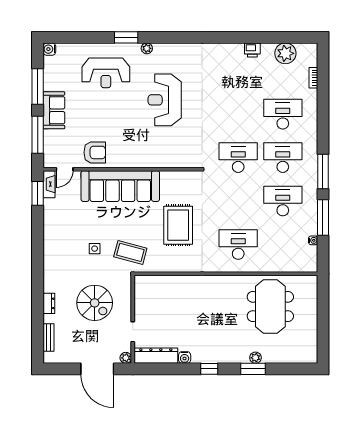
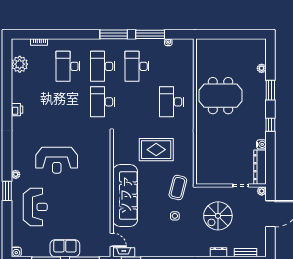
printer: (252, 50) -> (17, 110), moved
armchair: (95, 152) -> (98, 216), removed
spiral stairs: (95, 303) -> (218, 216), turned 180
meeting table: (270, 306) -> (221, 96), moved
plant: (255, 358) -> (262, 68), moved

